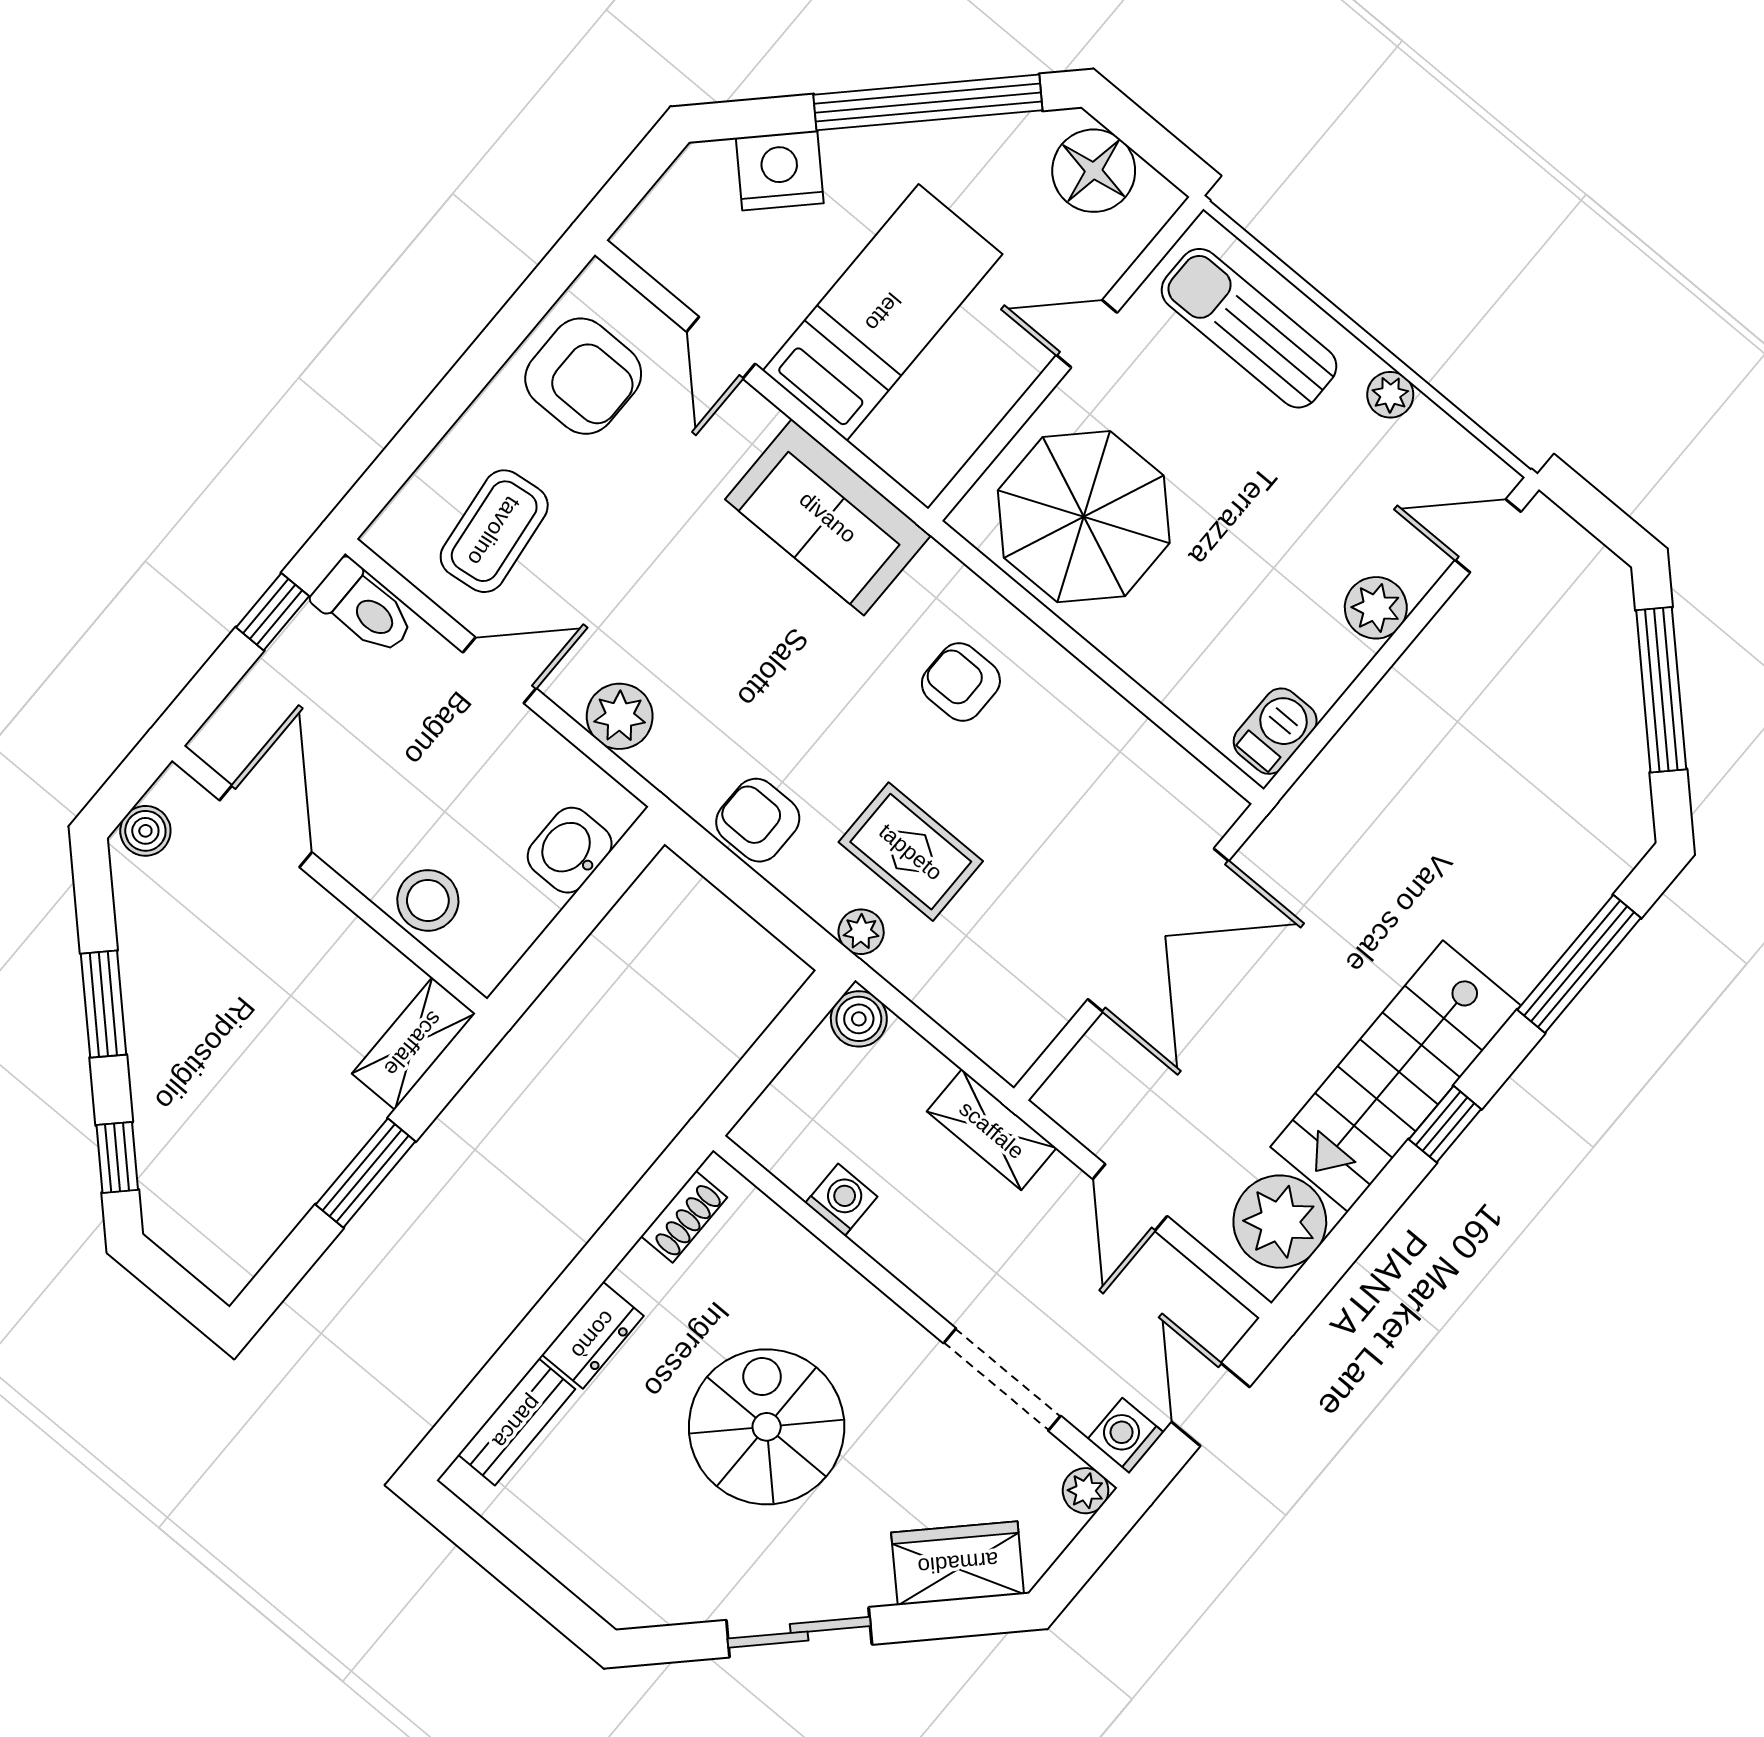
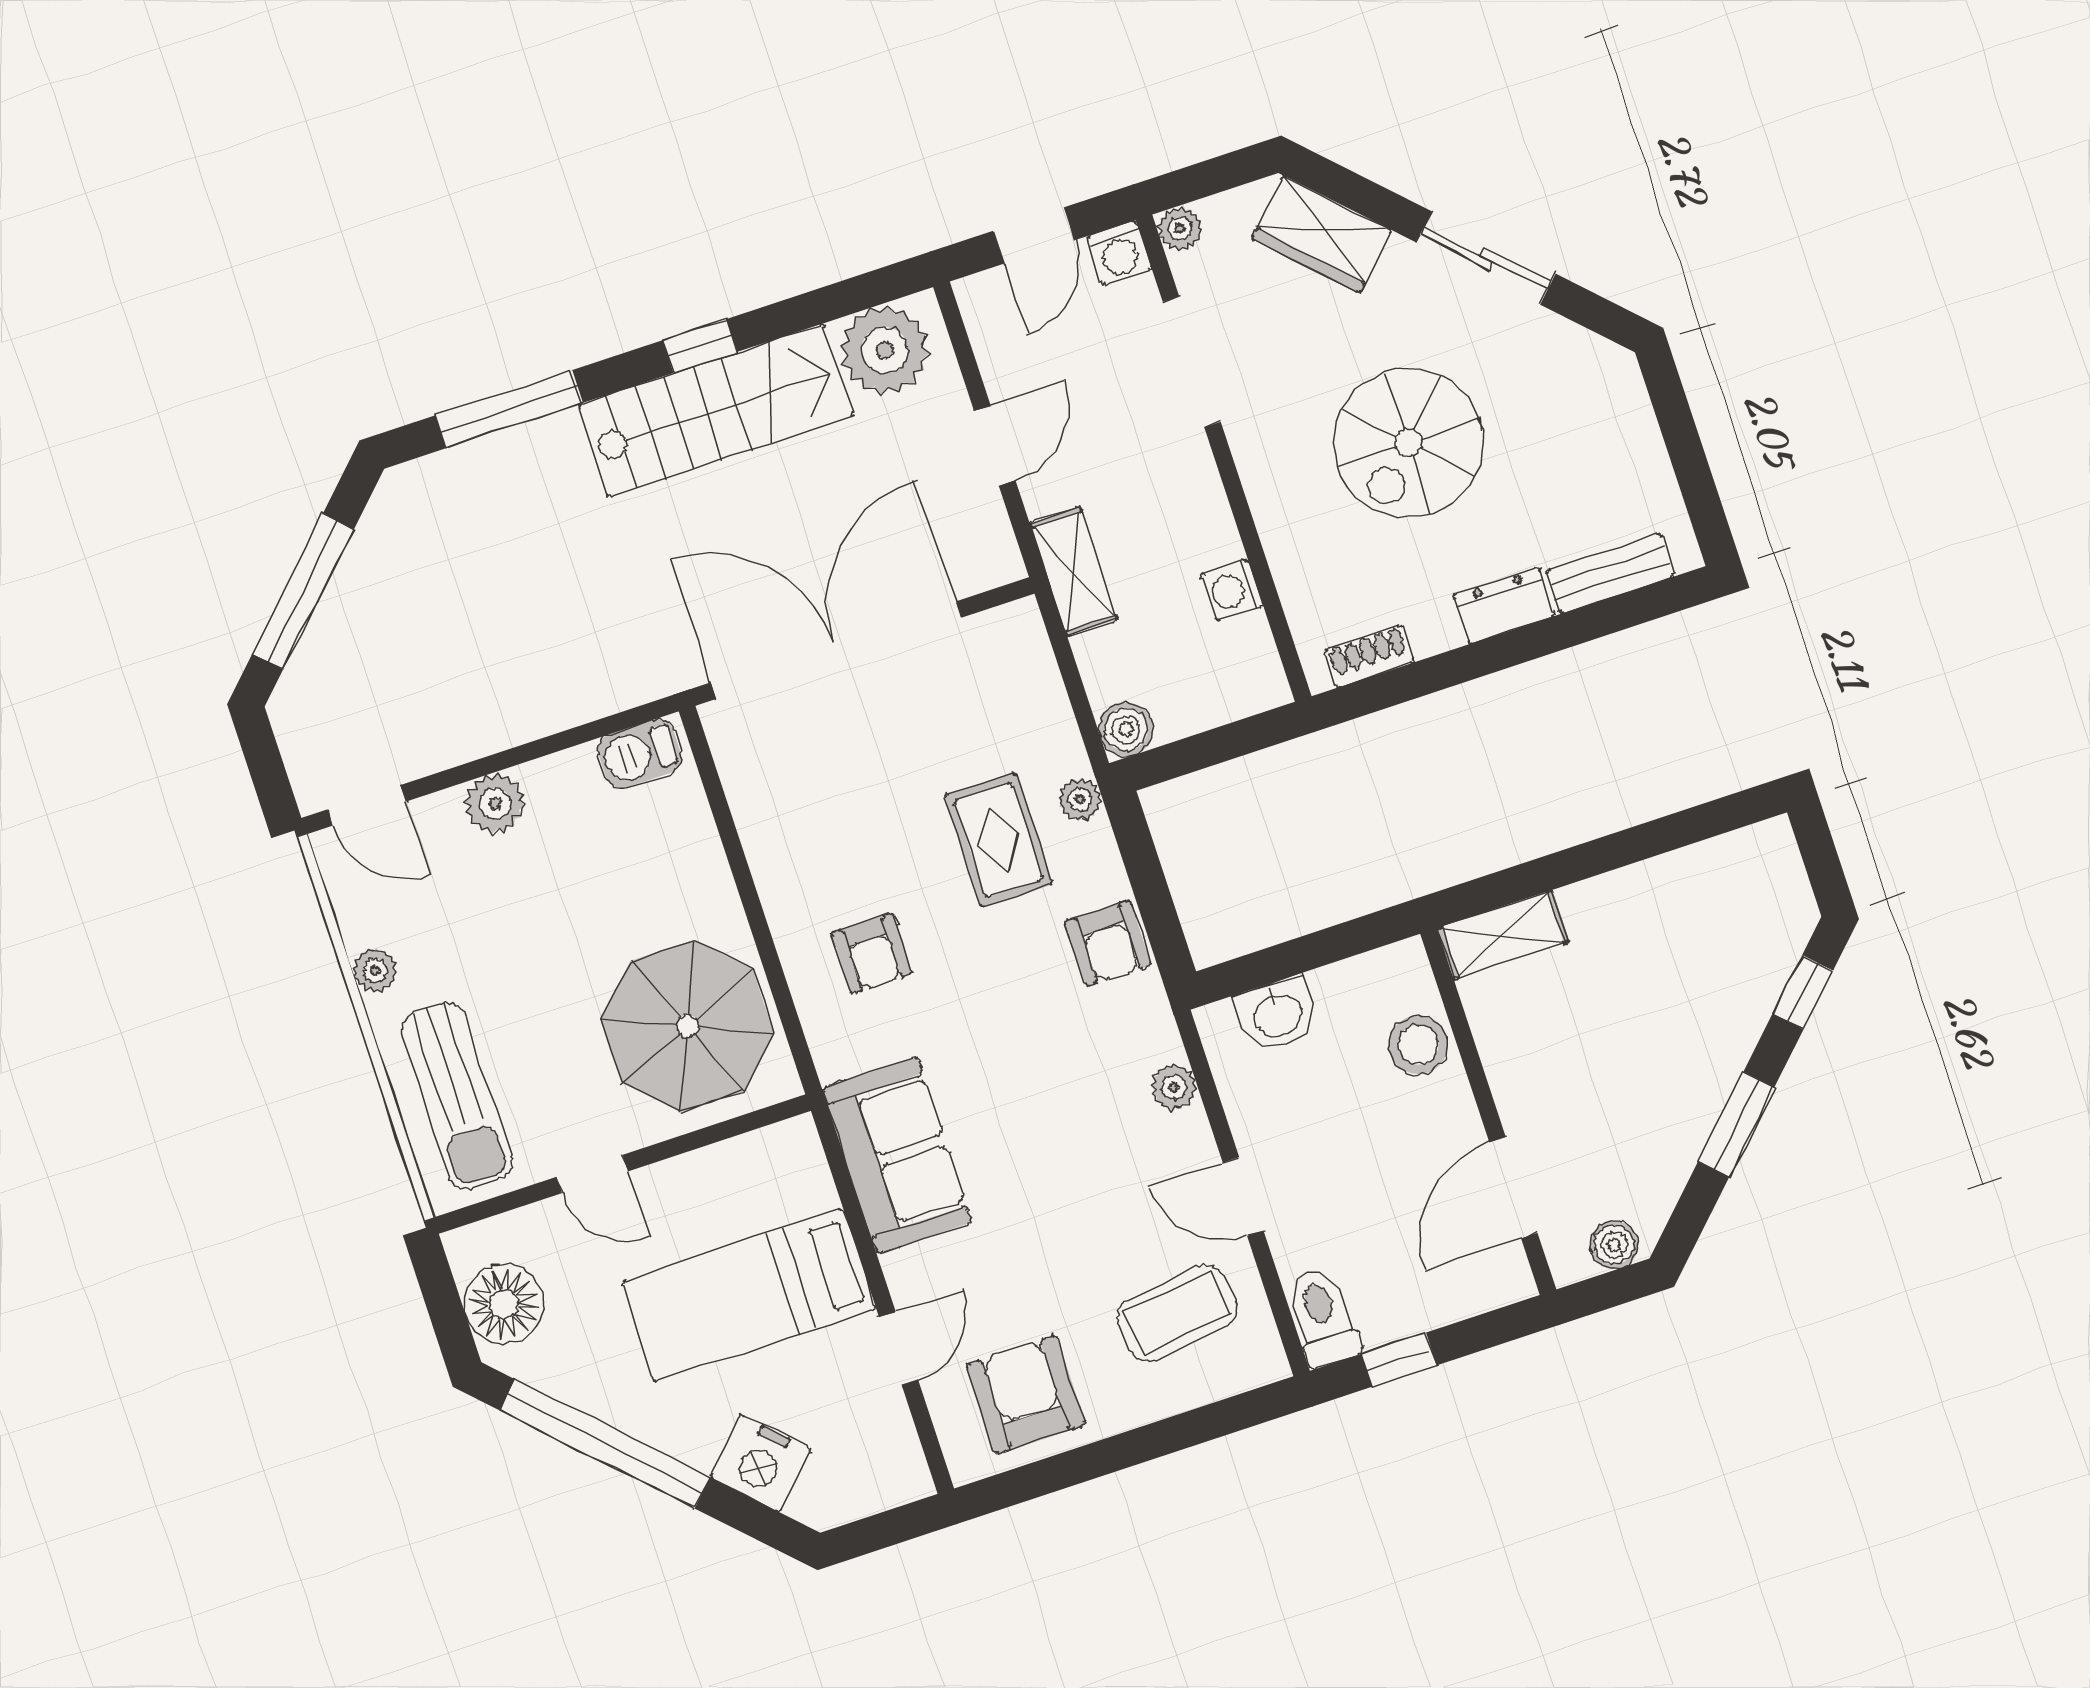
plant: (620, 716) -> (1174, 1087), width x0.73, depth x0.73
double door: (1158, 930) -> (836, 650), width x1.36
window: (366, 1173) -> (1608, 853), removed

